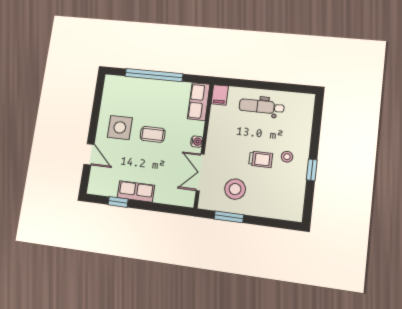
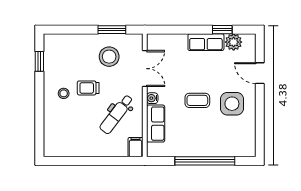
row of seats: (199, 102) -> (156, 124), moved
dental chair: (262, 107) -> (116, 114), moved, turned 127
window: (312, 170) -> (39, 61), moved
plant: (109, 188) -> (234, 42), added

